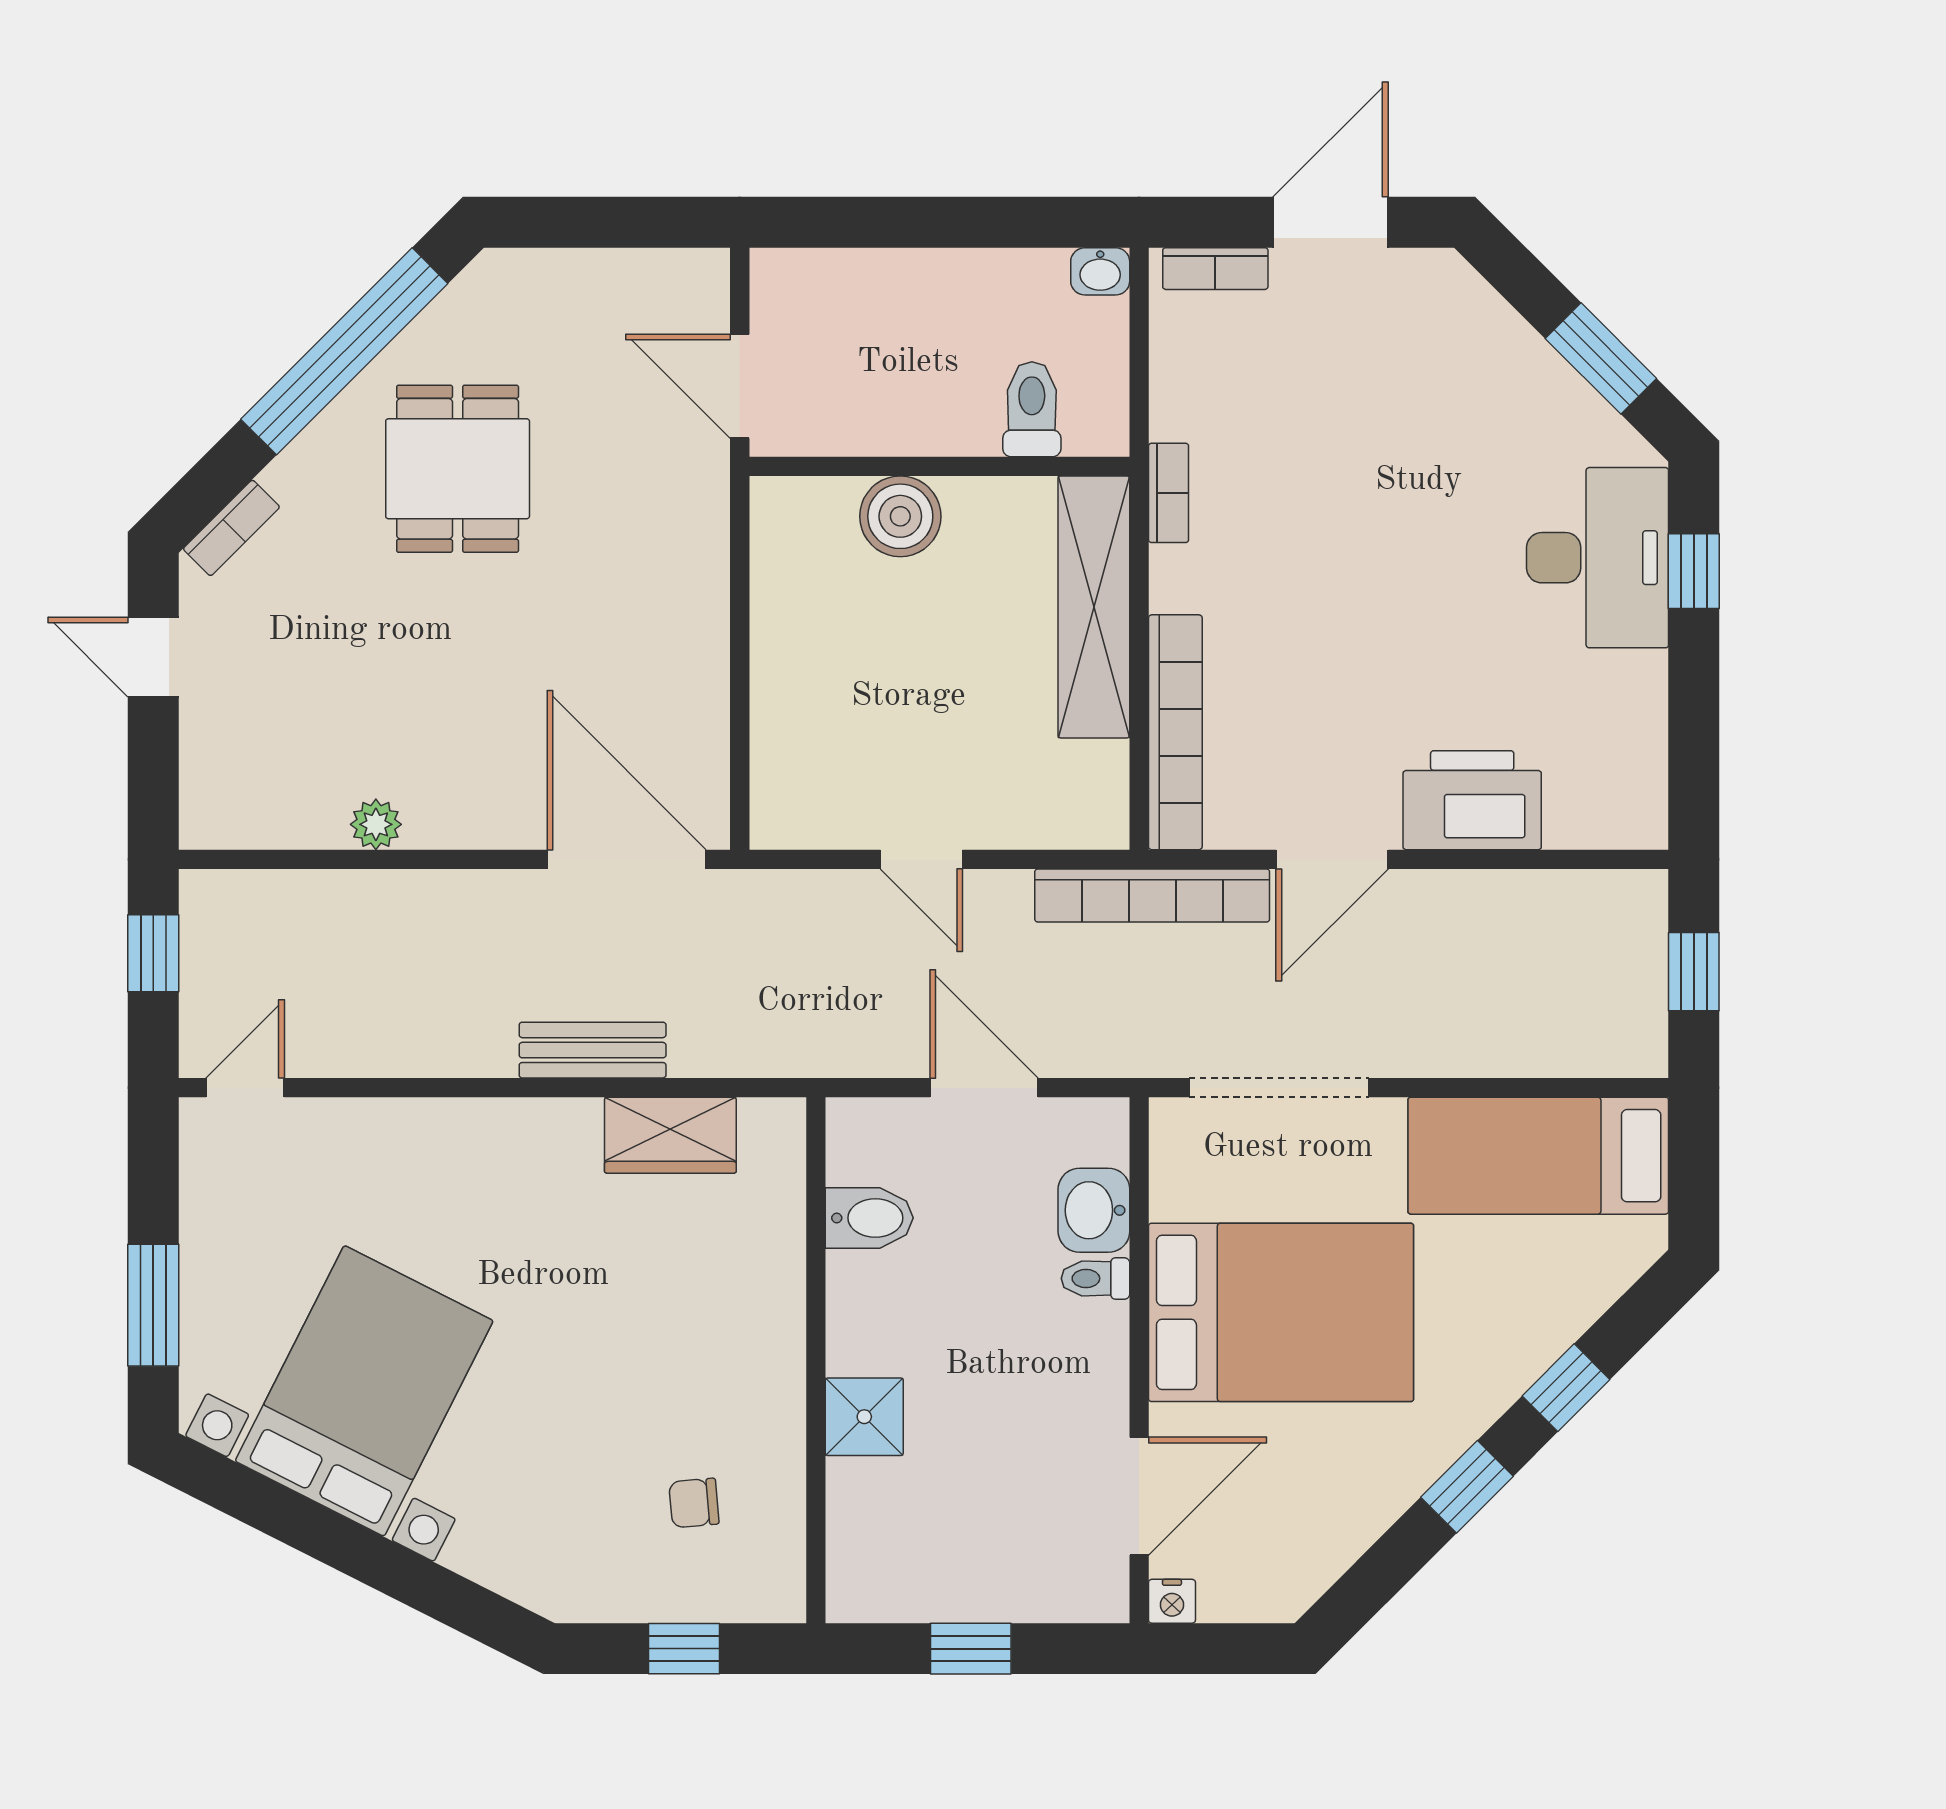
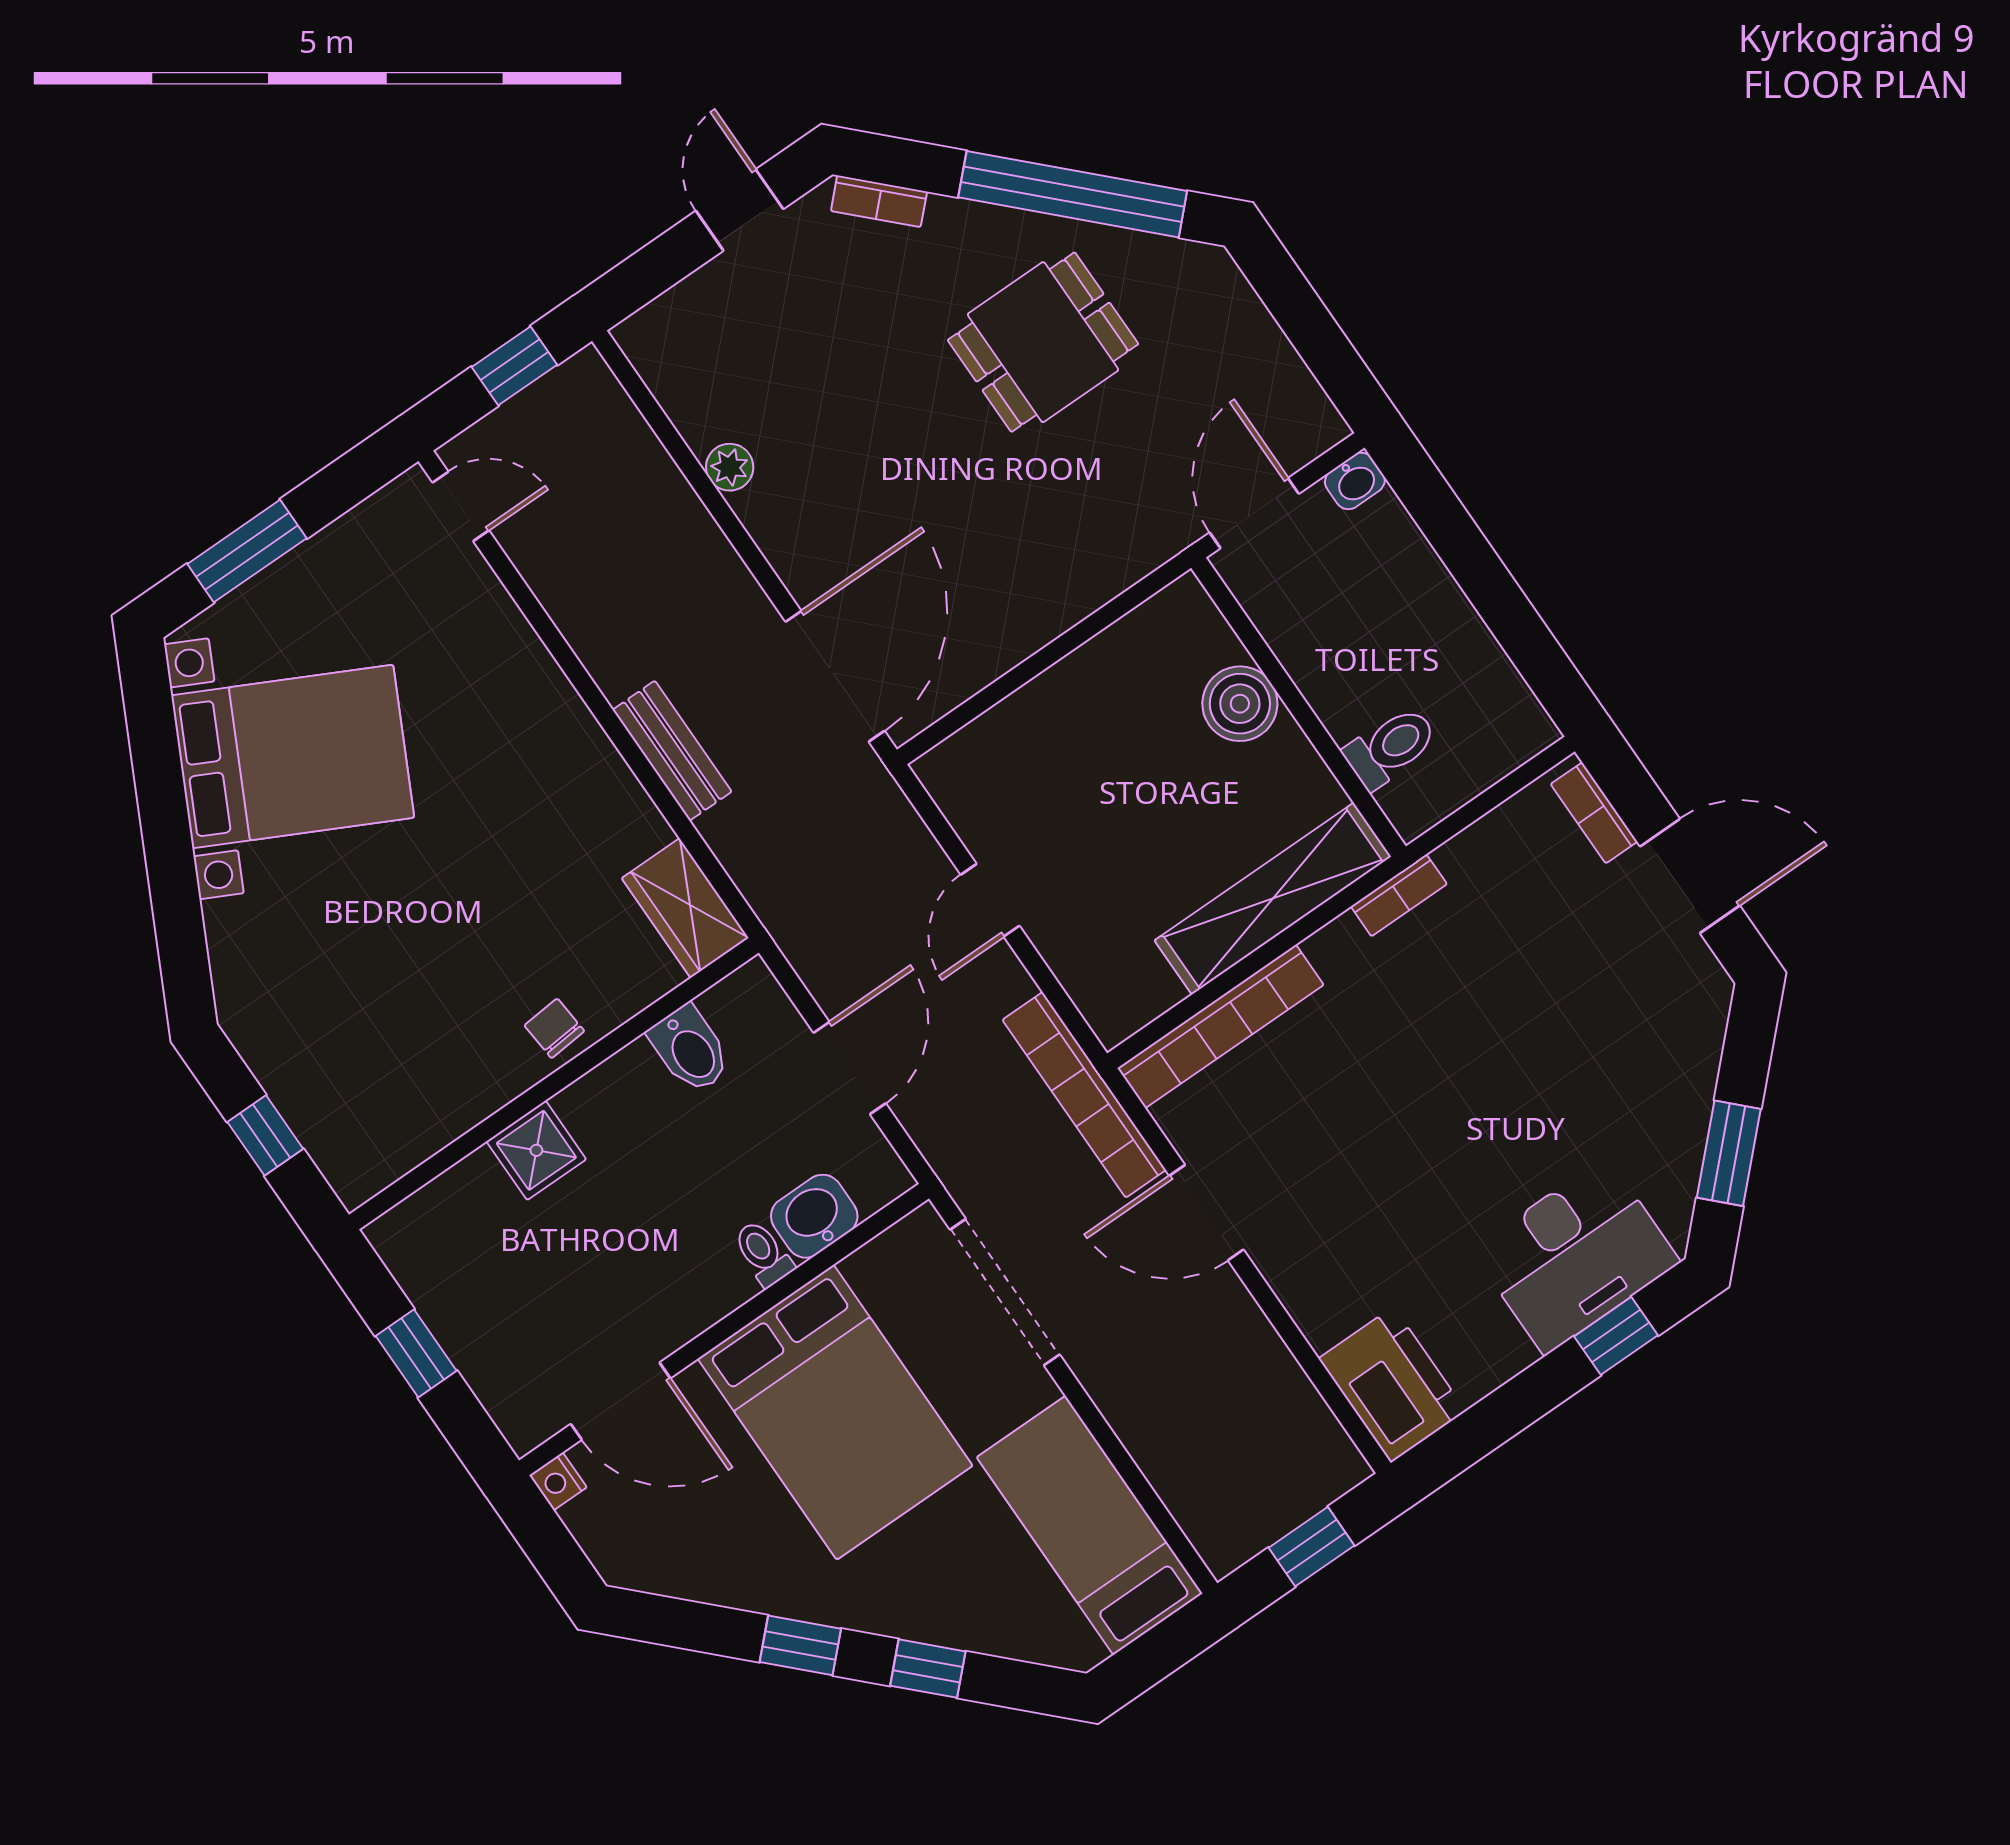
washbasin: (1100, 271) -> (1355, 481), moved, turned -90
printer: (1472, 800) -> (1392, 1385), moved
wardrobe: (670, 1135) -> (685, 908), moved
chair: (694, 1503) -> (554, 1028), moved

